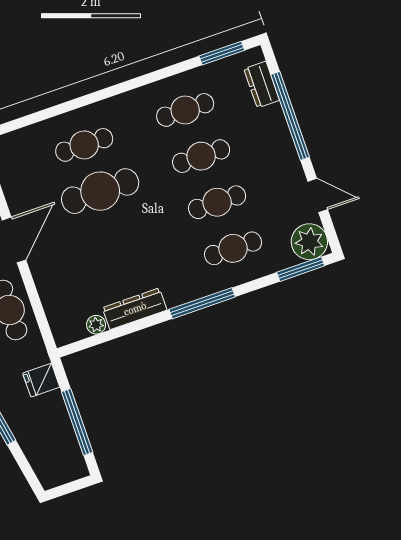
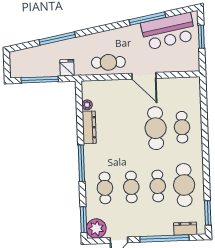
cafe table: (185, 110) -> (184, 185), width x1.37, depth x1.35

